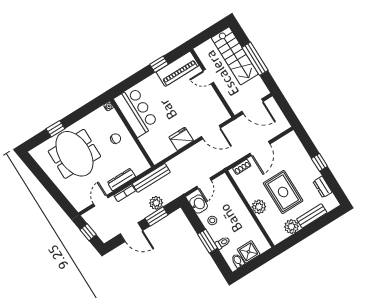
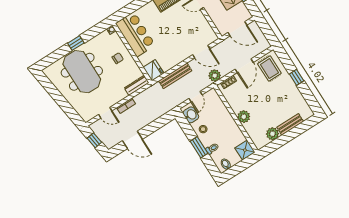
window: (55, 129) -> (76, 43), moved
fridge: (181, 139) -> (153, 70), moved, turned 90
bench: (151, 178) -> (175, 76), moved
dresser: (121, 179) -> (137, 85), moved
dresser: (322, 187) -> (299, 99), removed
rug: (283, 192) -> (269, 69), moved, width x0.73, depth x0.70
door: (101, 201) -> (105, 113), swing flipped
plant: (156, 203) -> (215, 76), moved
window: (156, 217) -> (154, 126), removed
shower: (249, 252) -> (245, 150), moved

